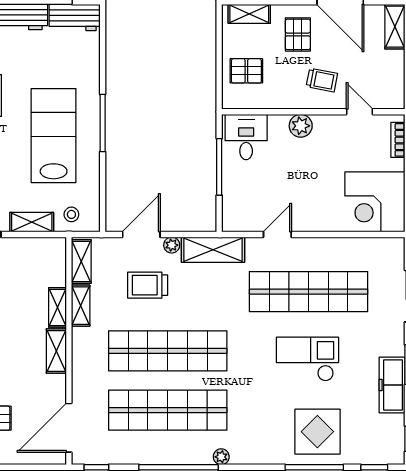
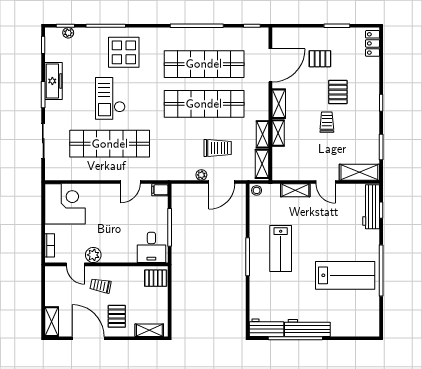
pallet: (246, 71) -> (156, 278), moved
plant: (301, 126) -> (93, 255), moved
lab bench: (54, 136) -> (281, 248), width x0.73, depth x0.72
stool: (71, 214) -> (257, 190), moved
filing cabinet: (234, 223) -> (160, 190), added
shelving: (213, 250) -> (174, 172), removed
checkout: (307, 359) -> (110, 98), turned 90
door: (69, 428) -> (270, 65), moved
display table: (317, 432) -> (124, 52), moved
plant: (221, 457) -> (68, 33), moved

